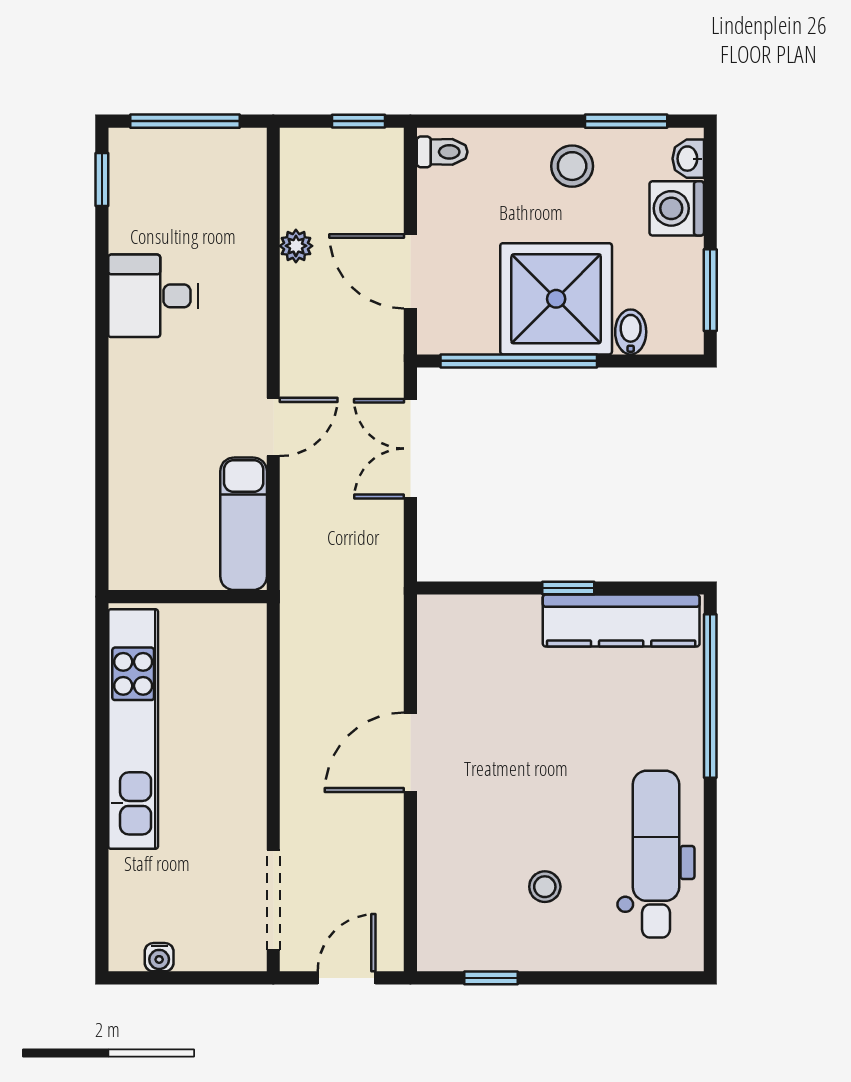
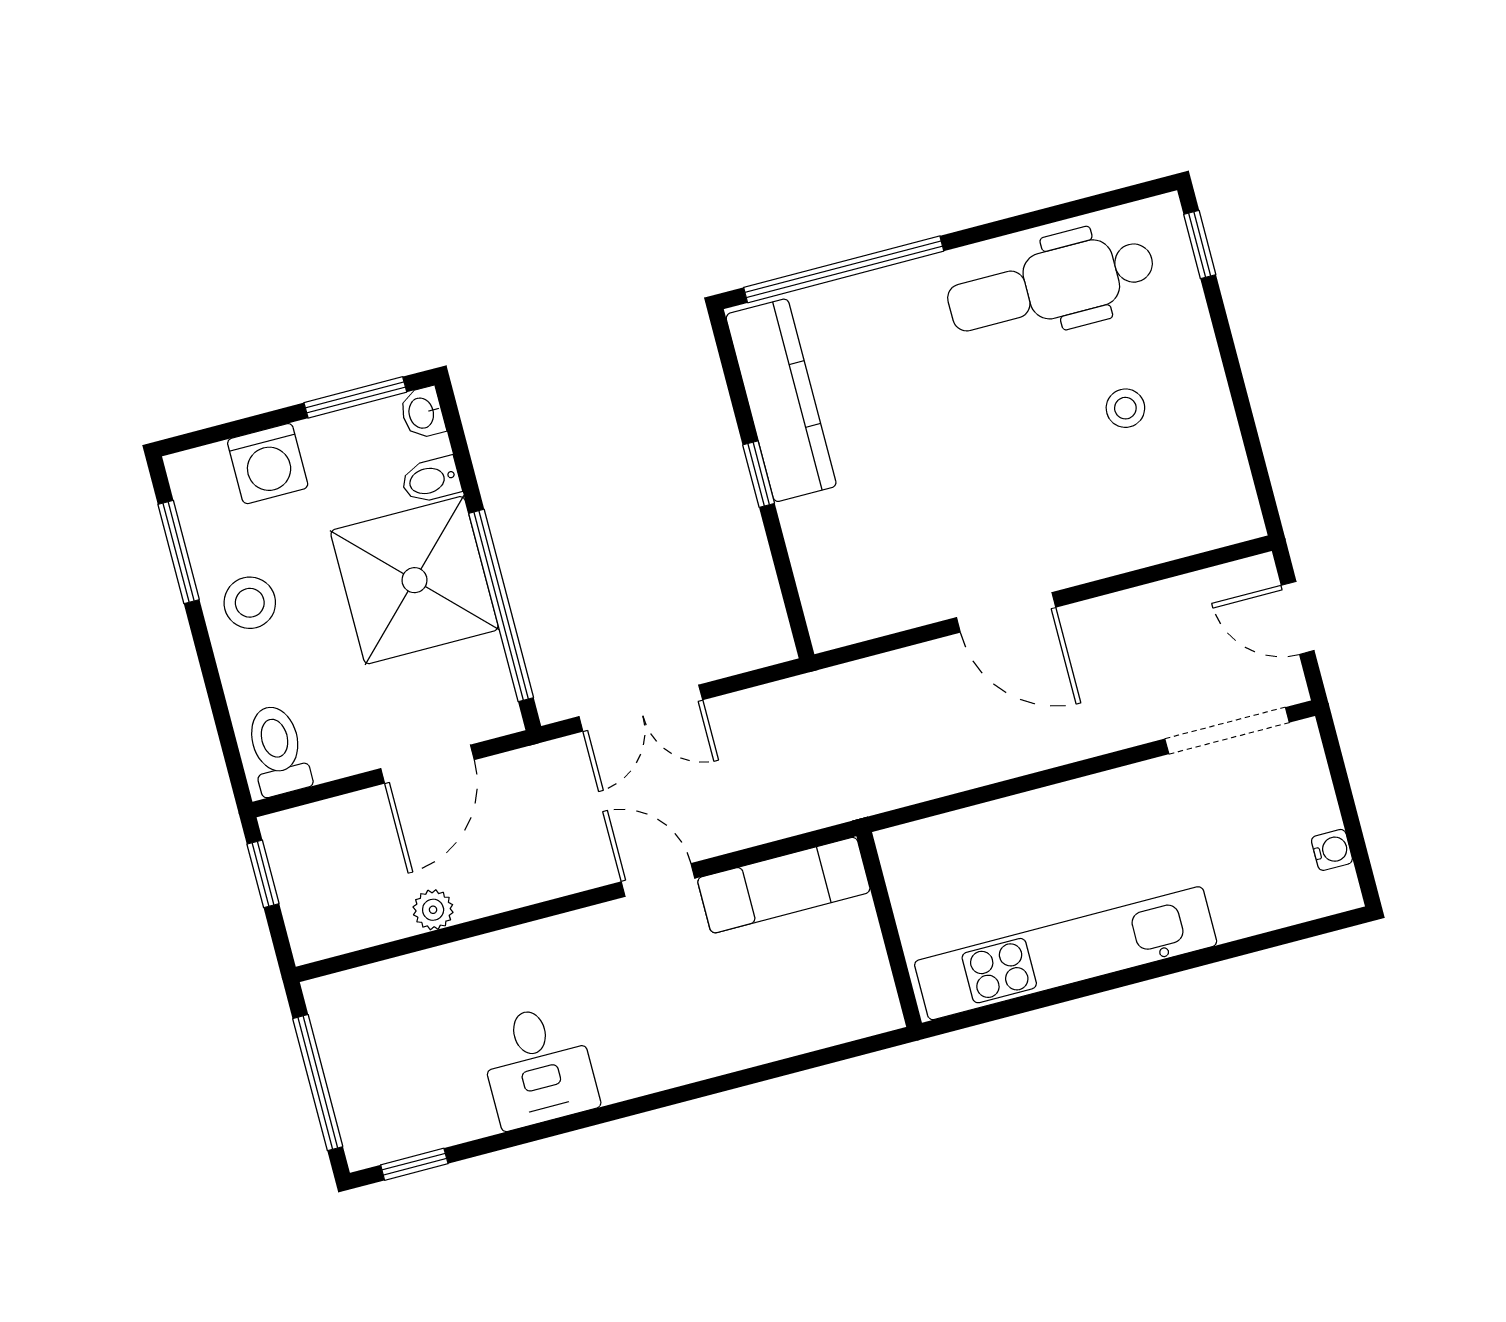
toilet: (442, 152) -> (278, 750), width x1.37, depth x1.39
washbasin: (688, 159) -> (422, 413), moved, turned 90
window: (491, 978) -> (1200, 245), moved

